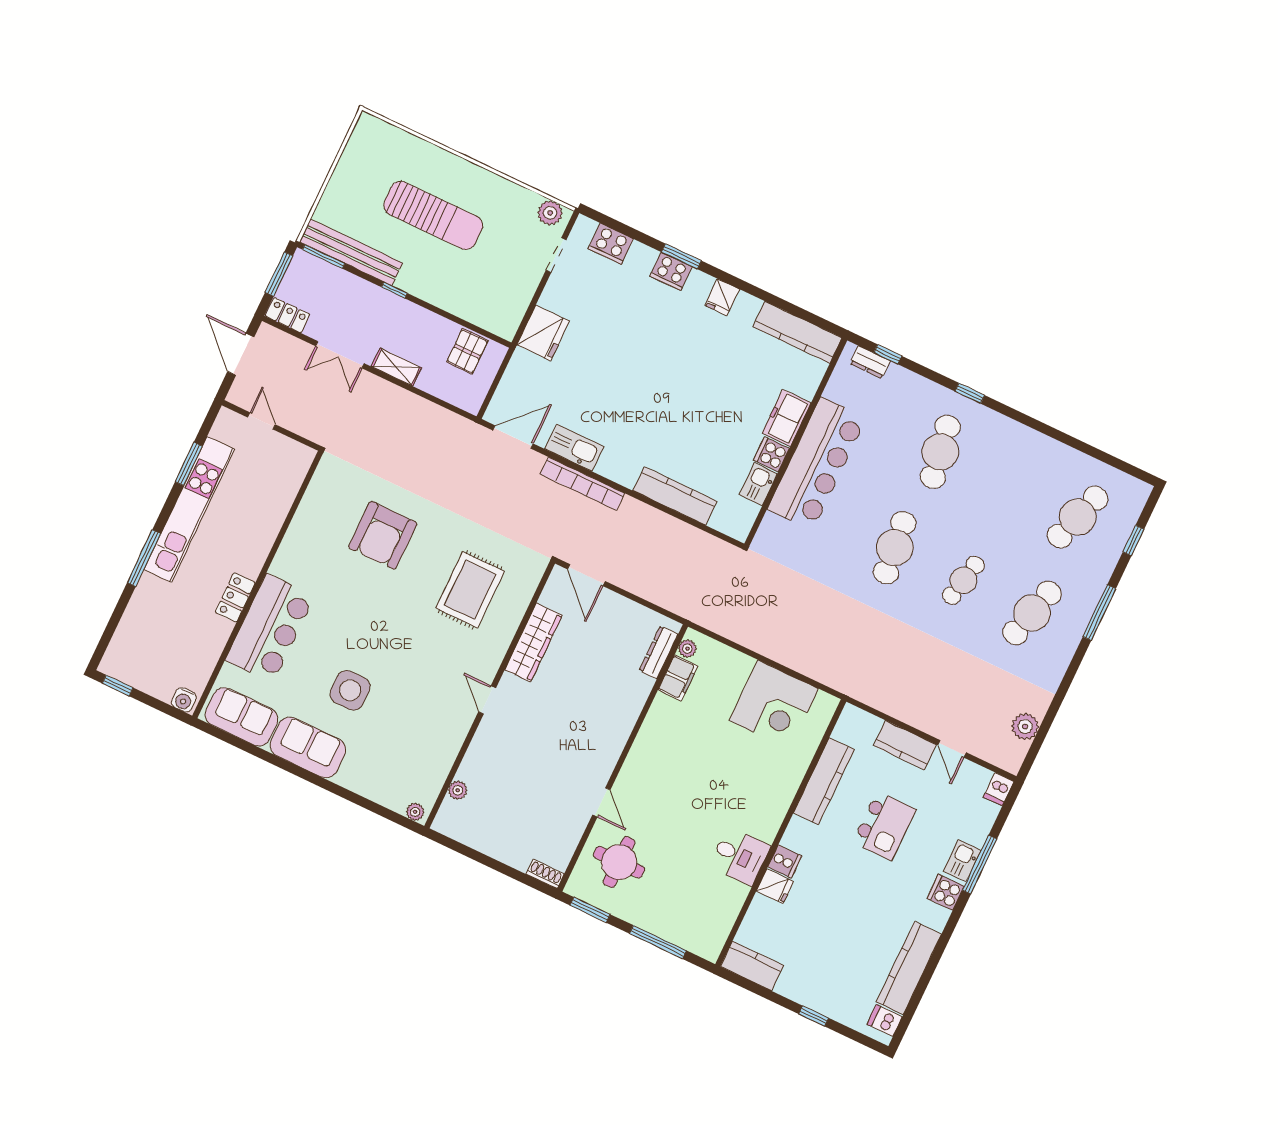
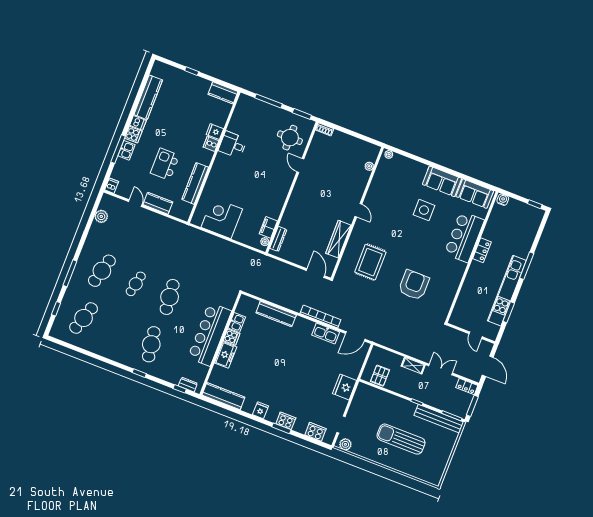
dishwasher: (885, 1020) -> (138, 123), moved

